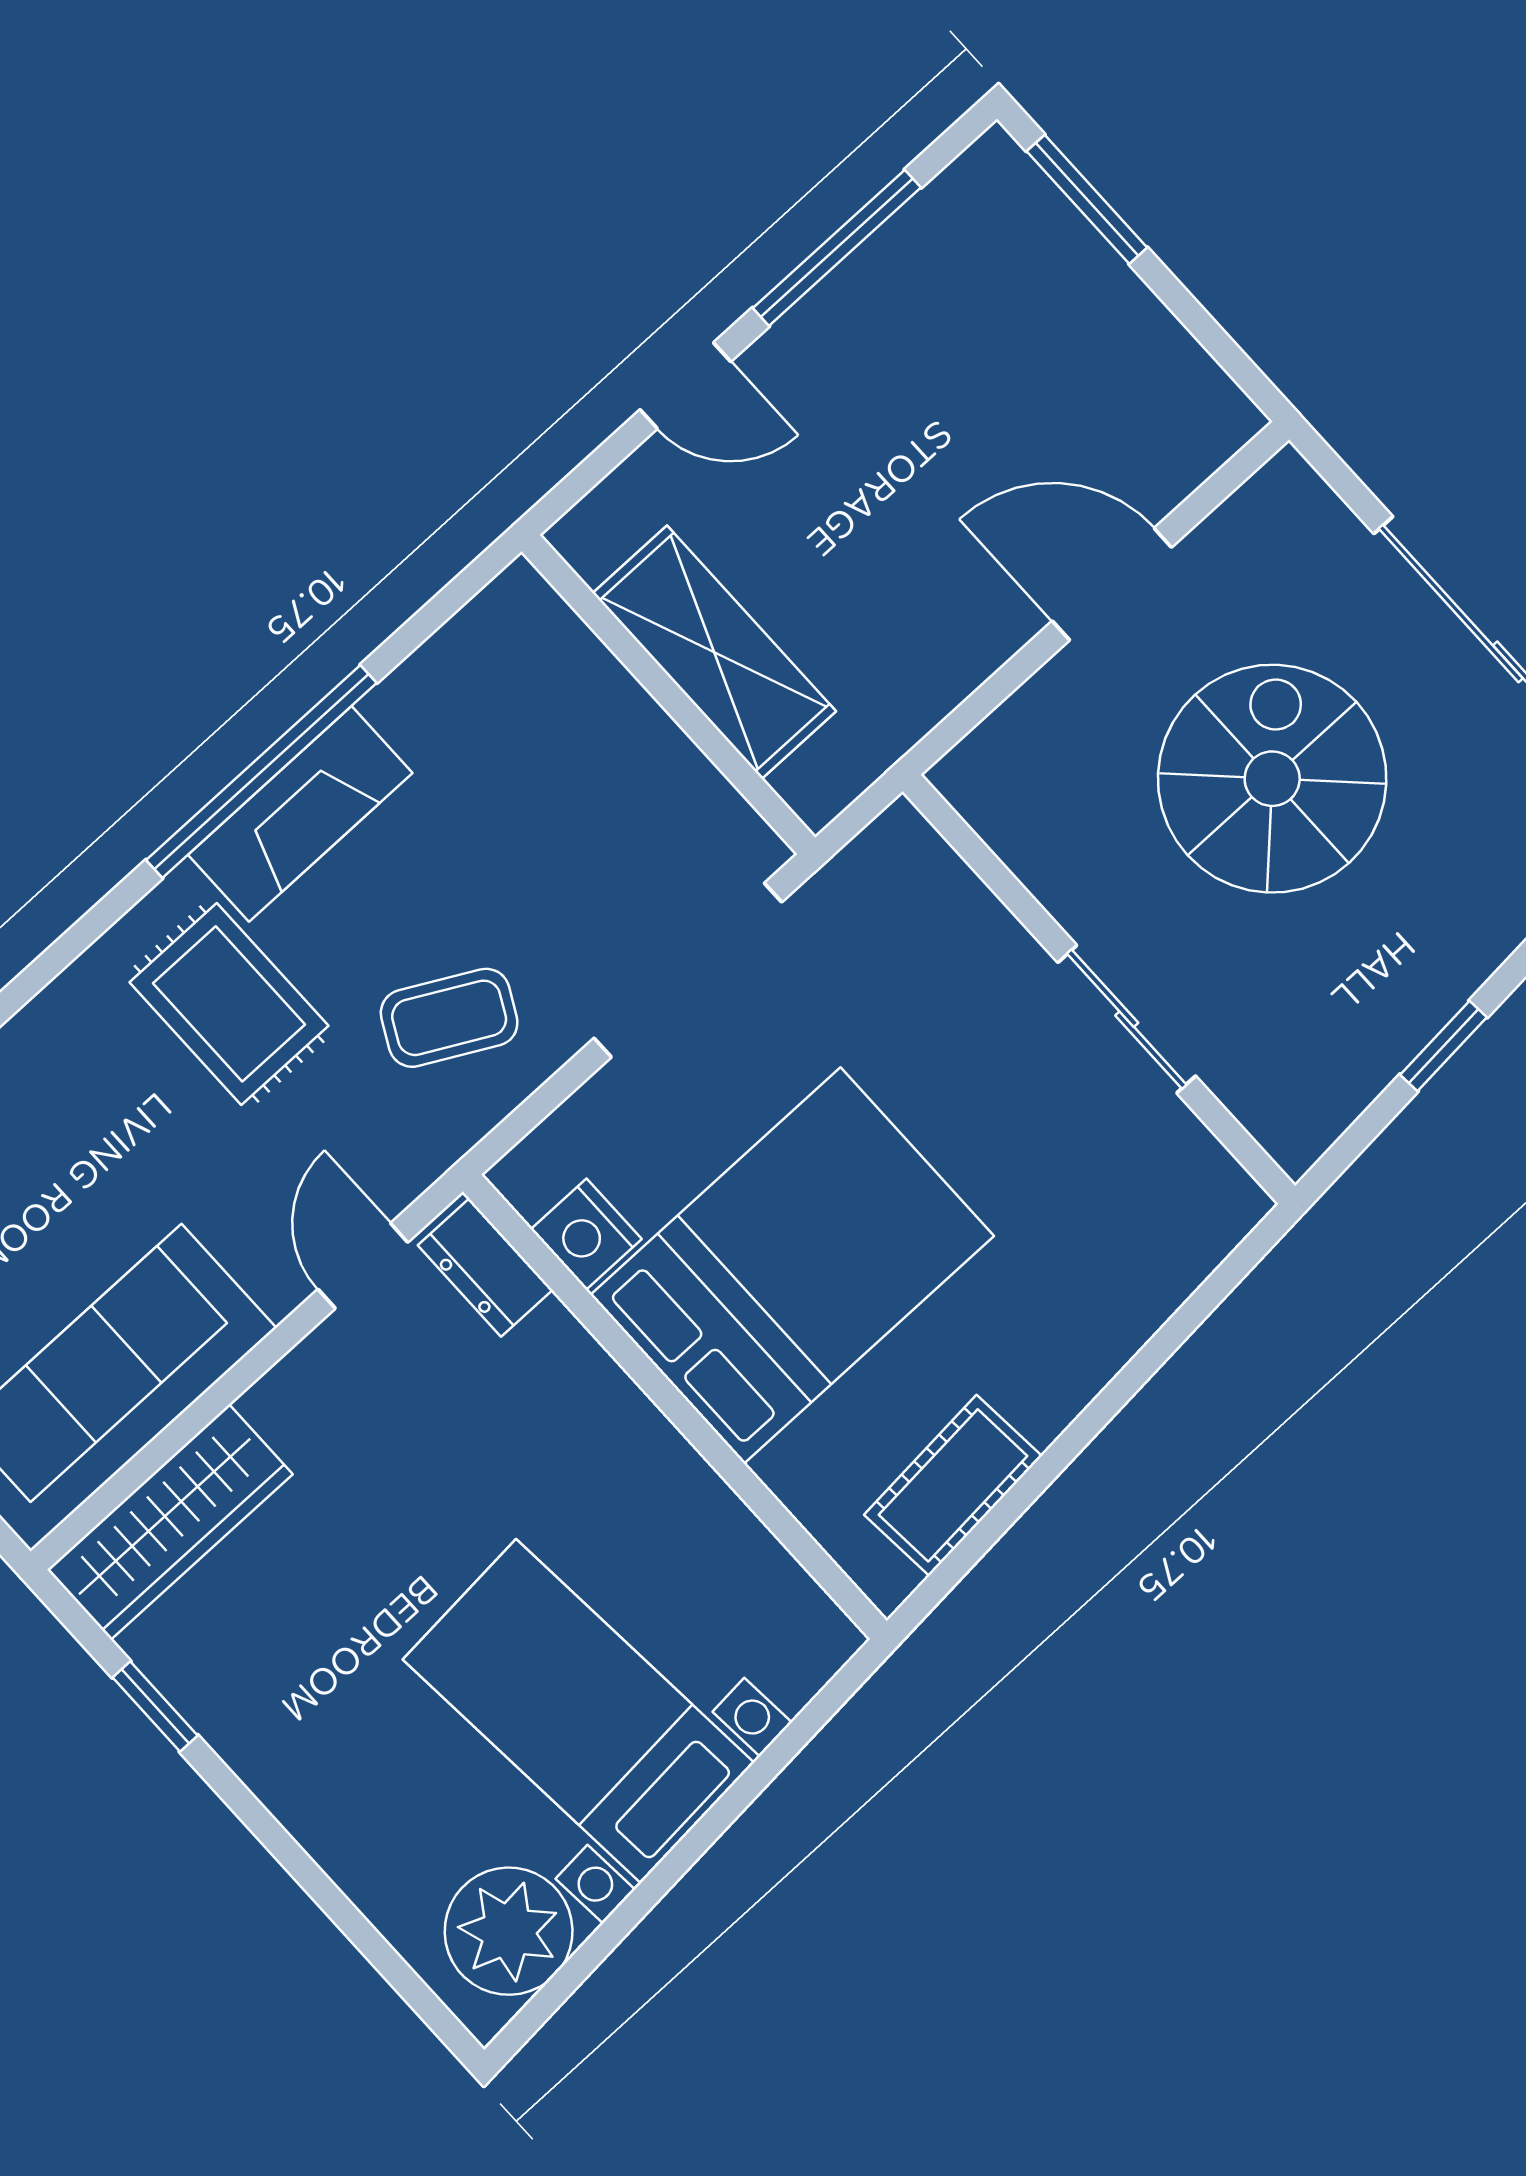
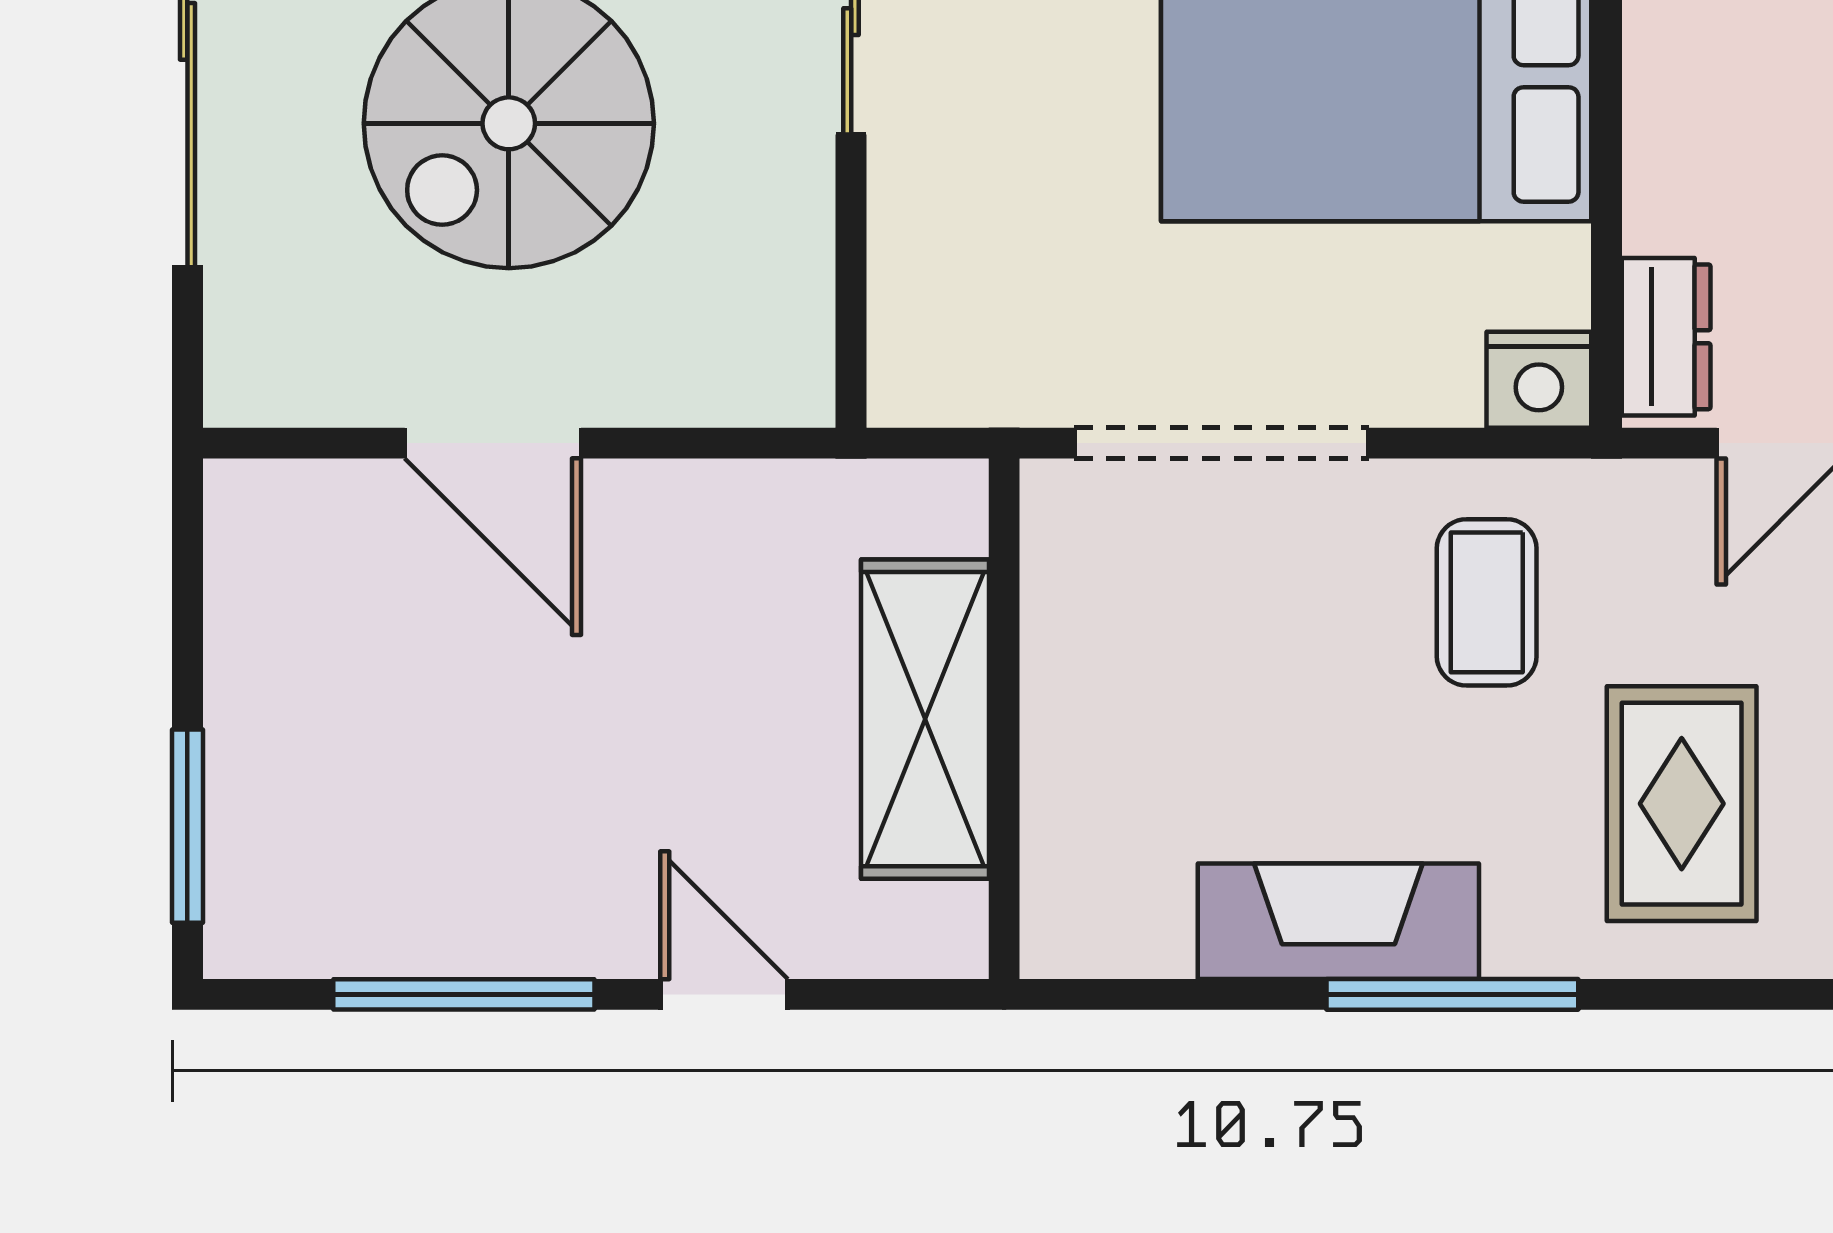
window: (261, 771) -> (1452, 994), width x0.68
fireplace: (300, 814) -> (1338, 921), moved
coffee table: (449, 1018) -> (1487, 602), turned 62
nightstand: (586, 1234) -> (1539, 380), moved, turned 90

